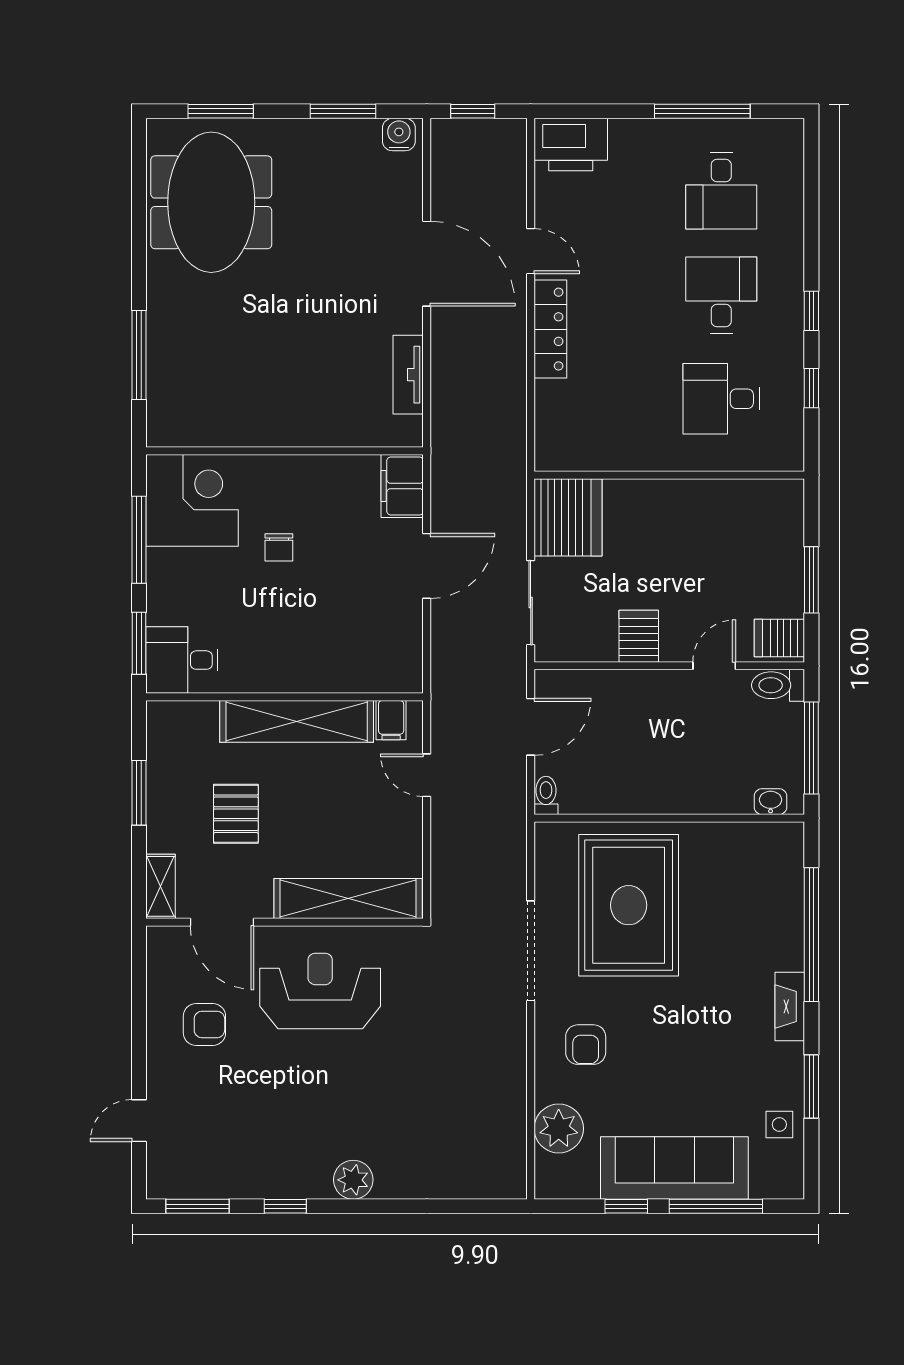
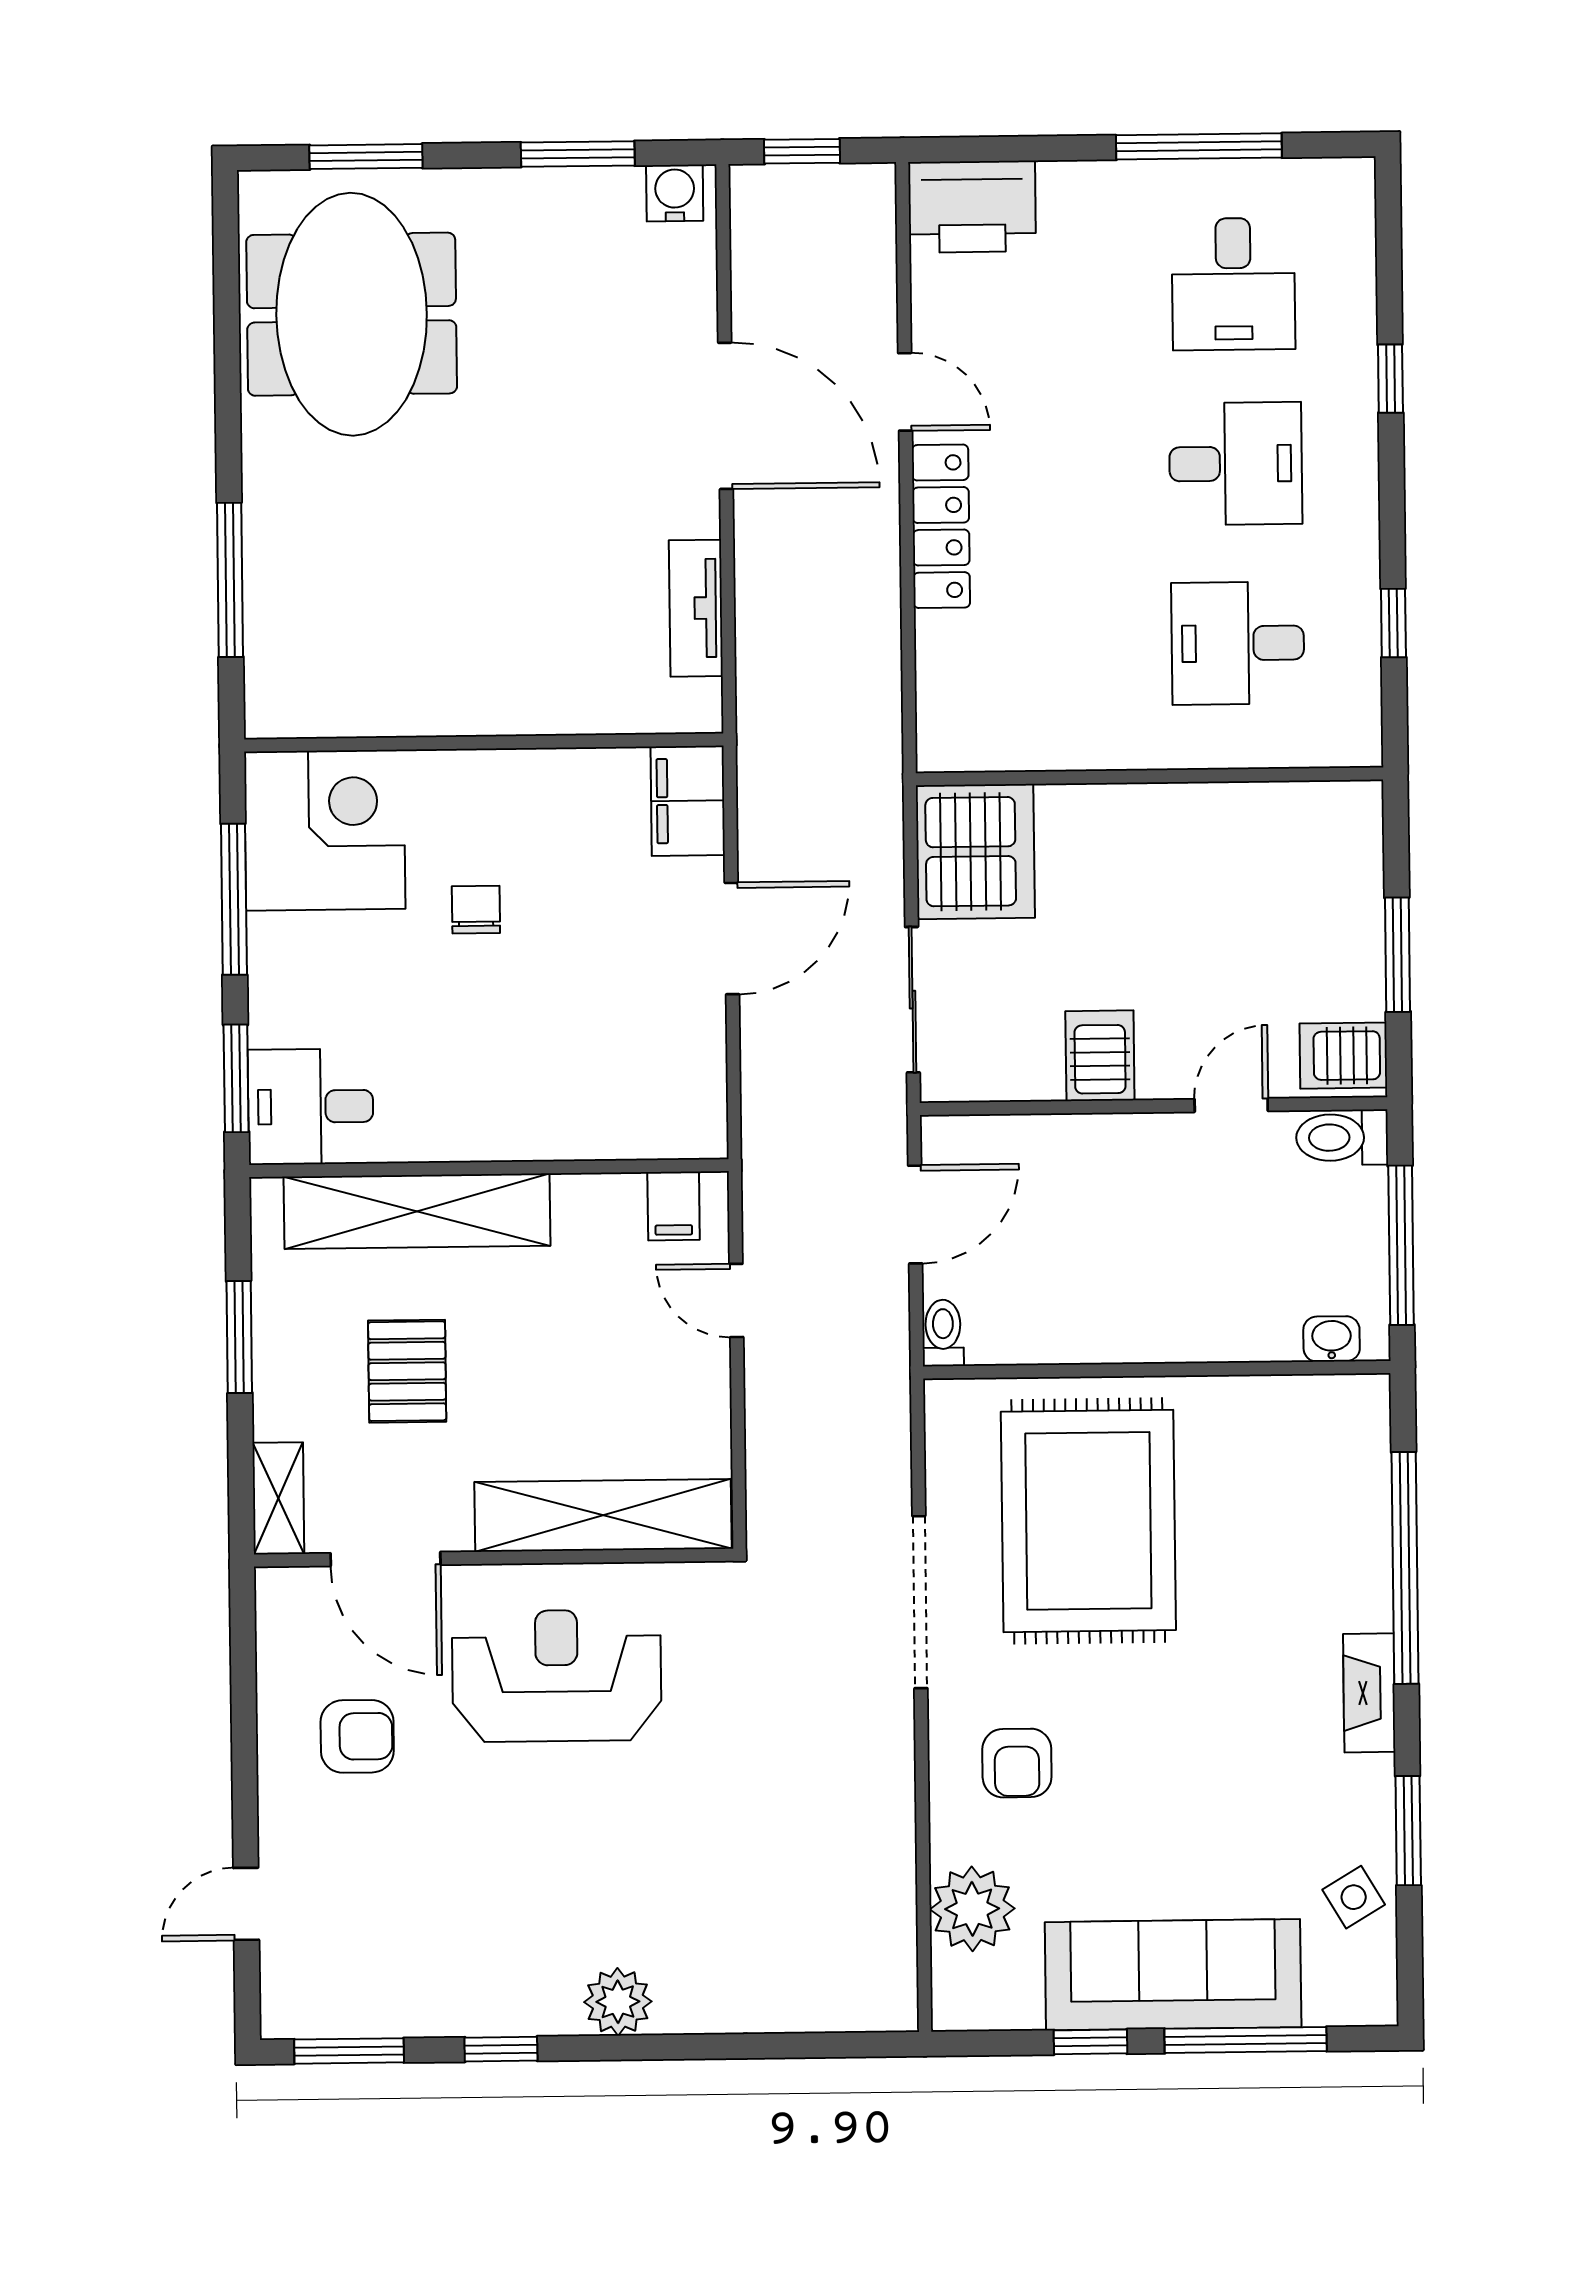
desk: (721, 295) -> (1236, 464), turned 90
window: (811, 311) -> (1390, 379), moved
chair: (279, 547) -> (476, 910), turned 180
shelving: (297, 721) -> (417, 1211), moved
side table: (779, 1124) -> (1354, 1897), turned -31

